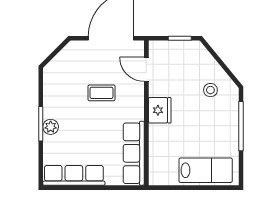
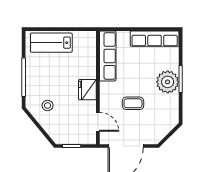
plant: (51, 127) -> (168, 82), width x1.88, depth x1.88

